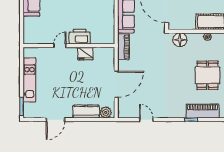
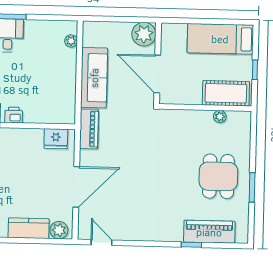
printer: (80, 37) -> (14, 115), width x0.53, depth x0.68
floor lamp: (180, 40) -> (177, 120), removed
fridge: (85, 54) -> (56, 139), moved
door: (146, 120) -> (101, 242), moved

